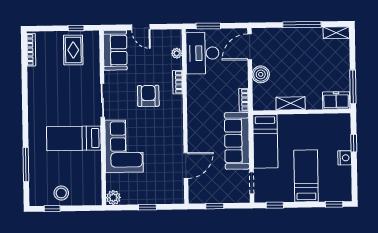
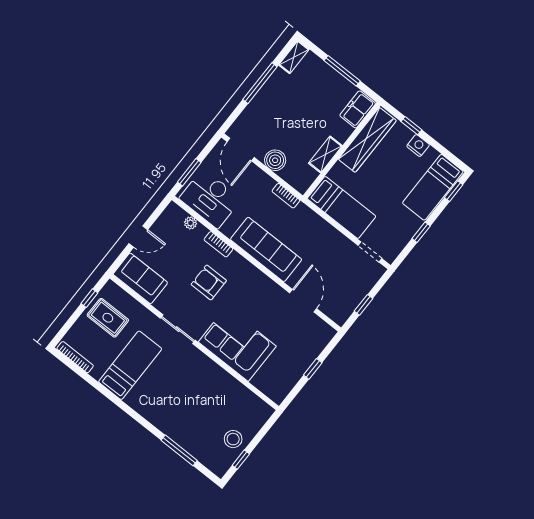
window: (353, 87) -> (342, 71), moved
wardrobe: (322, 122) -> (367, 140), added
bed: (74, 138) -> (130, 365), moved, turned 180
sofa: (237, 141) -> (266, 249), moved, turned 180
bed: (306, 176) -> (433, 187), moved, turned -90
plant: (113, 198) -> (277, 394), removed
window: (275, 205) -> (421, 232), moved

